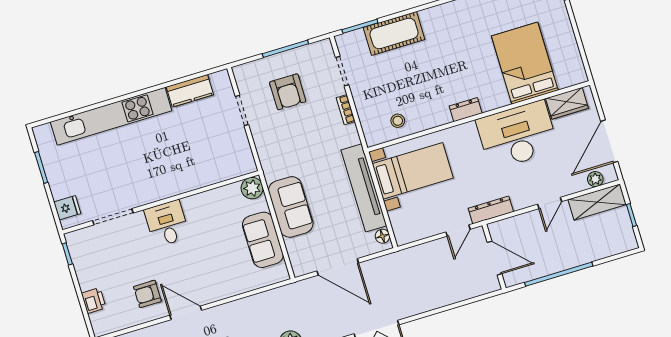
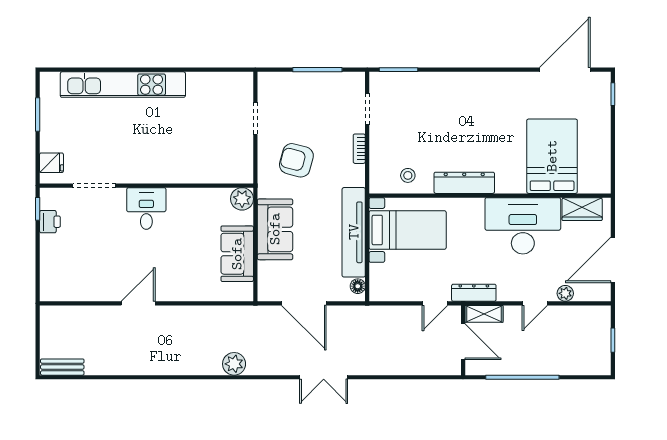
cot: (394, 33) -> (430, 87), removed
kitchen counter: (190, 91) -> (209, 83), removed
armchair: (288, 92) -> (296, 160), moved, turned 105
dresser: (466, 110) -> (464, 183), width x1.96, depth x1.24
plant: (595, 179) -> (565, 293), moved
shelving: (597, 202) -> (484, 314), moved, width x0.67, depth x0.75
armchair: (147, 294) -> (106, 273), removed
printer: (94, 301) -> (50, 222), moved
door: (186, 313) -> (138, 303), hinge flipped

